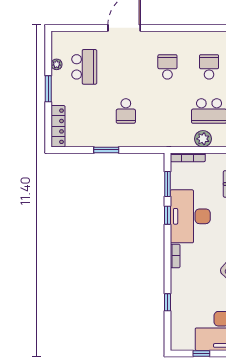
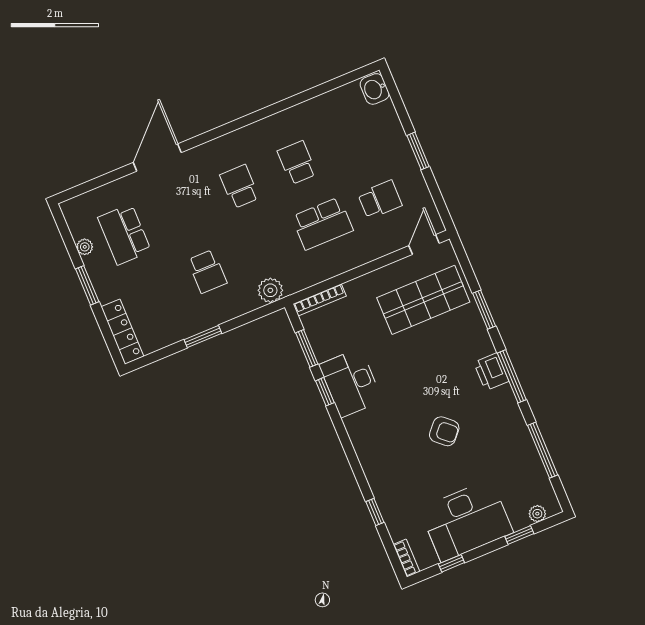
school desk: (84, 67) -> (124, 234), turned 180
plant: (203, 139) -> (270, 290), moved
desk: (190, 216) -> (351, 383), width x0.73, depth x0.77
bookcase: (175, 256) -> (407, 558), moved

